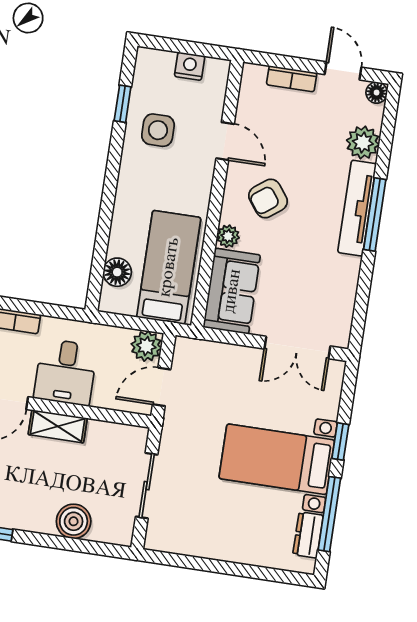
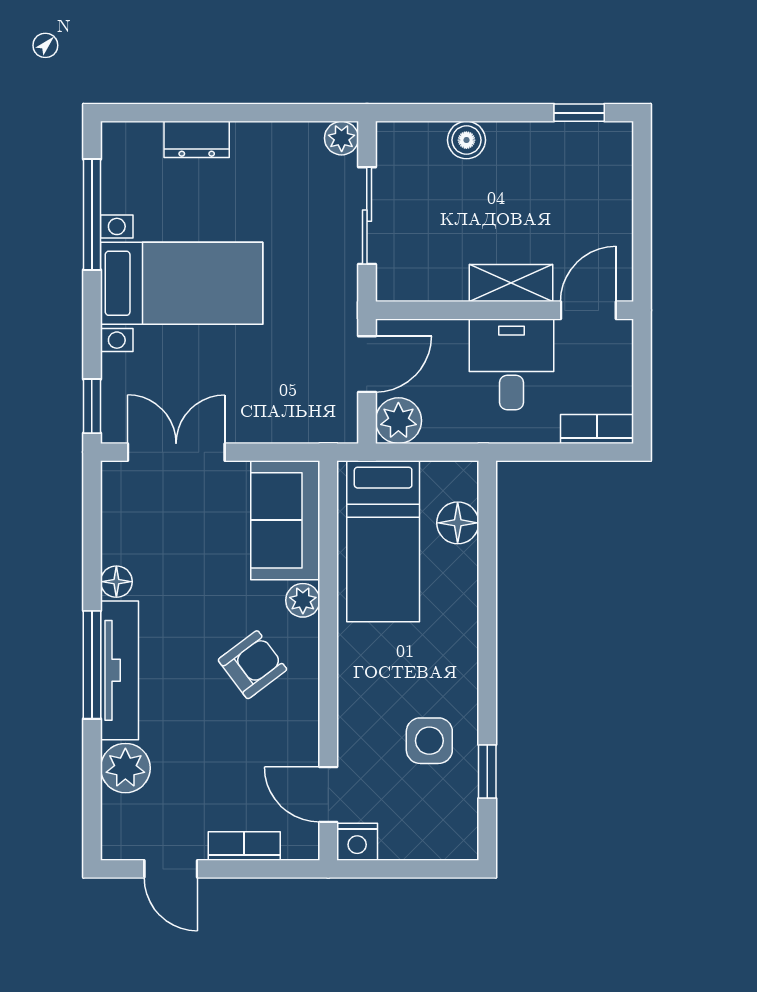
nightstand: (190, 66) -> (357, 842), moved
floor lamp: (377, 93) -> (116, 582), moved
door: (225, 141) -> (328, 795), moved
window: (340, 441) -> (92, 406), moved
boiler: (74, 521) -> (466, 140), width x0.73, depth x0.73
dresser: (308, 535) -> (197, 139), moved, turned 90
plant: (156, 540) -> (342, 138), added

